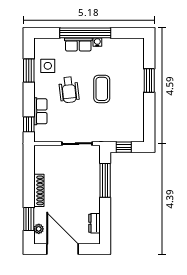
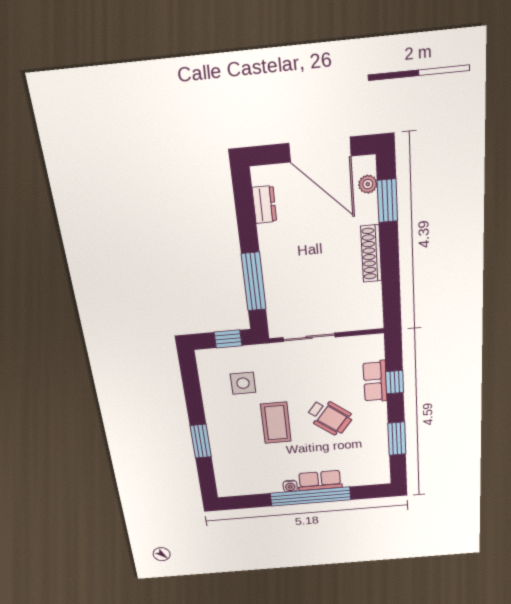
side table: (48, 66) -> (243, 383), moved
wheelchair: (69, 90) -> (330, 417), turned 134
window: (29, 124) -> (395, 382), moved

